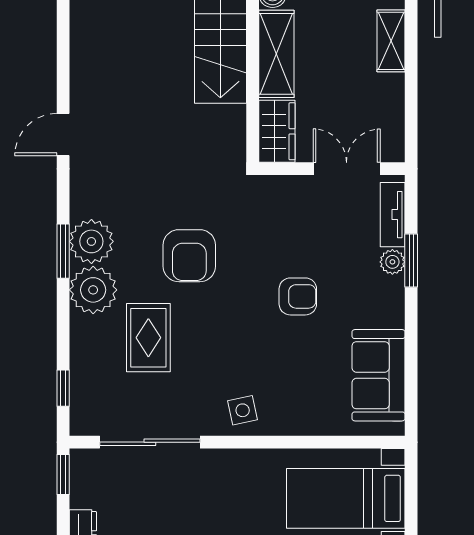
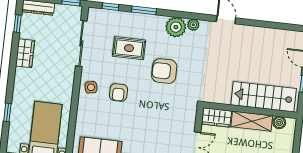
window: (63, 251) -> (144, 10), moved
plant: (93, 290) -> (193, 25), moved, width x0.53, depth x0.53
armchair: (298, 296) -> (118, 92), moved

